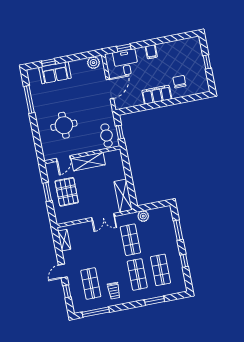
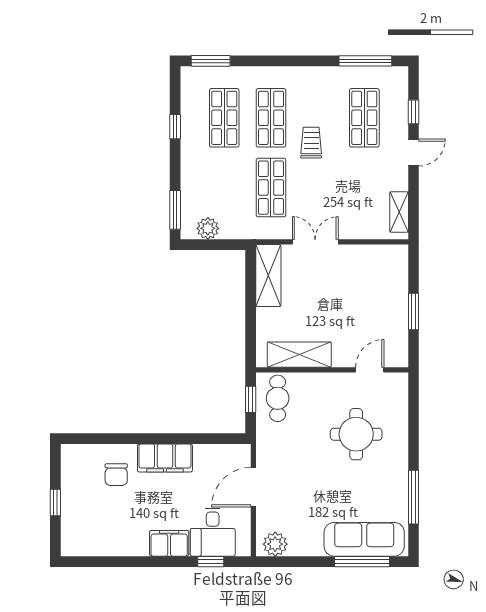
filing cabinet: (151, 52) -> (169, 543), width x2.00
window: (49, 62) -> (362, 562), width x2.17
sofa: (55, 73) -> (364, 539), width x1.36
shelving: (88, 162) -> (299, 355), moved
pallet: (67, 192) -> (376, 304), removed
plant: (143, 216) -> (208, 228), moved
window: (178, 230) -> (175, 210), moved
trolley: (114, 291) -> (311, 143), moved
window: (155, 301) -> (211, 61), moved

